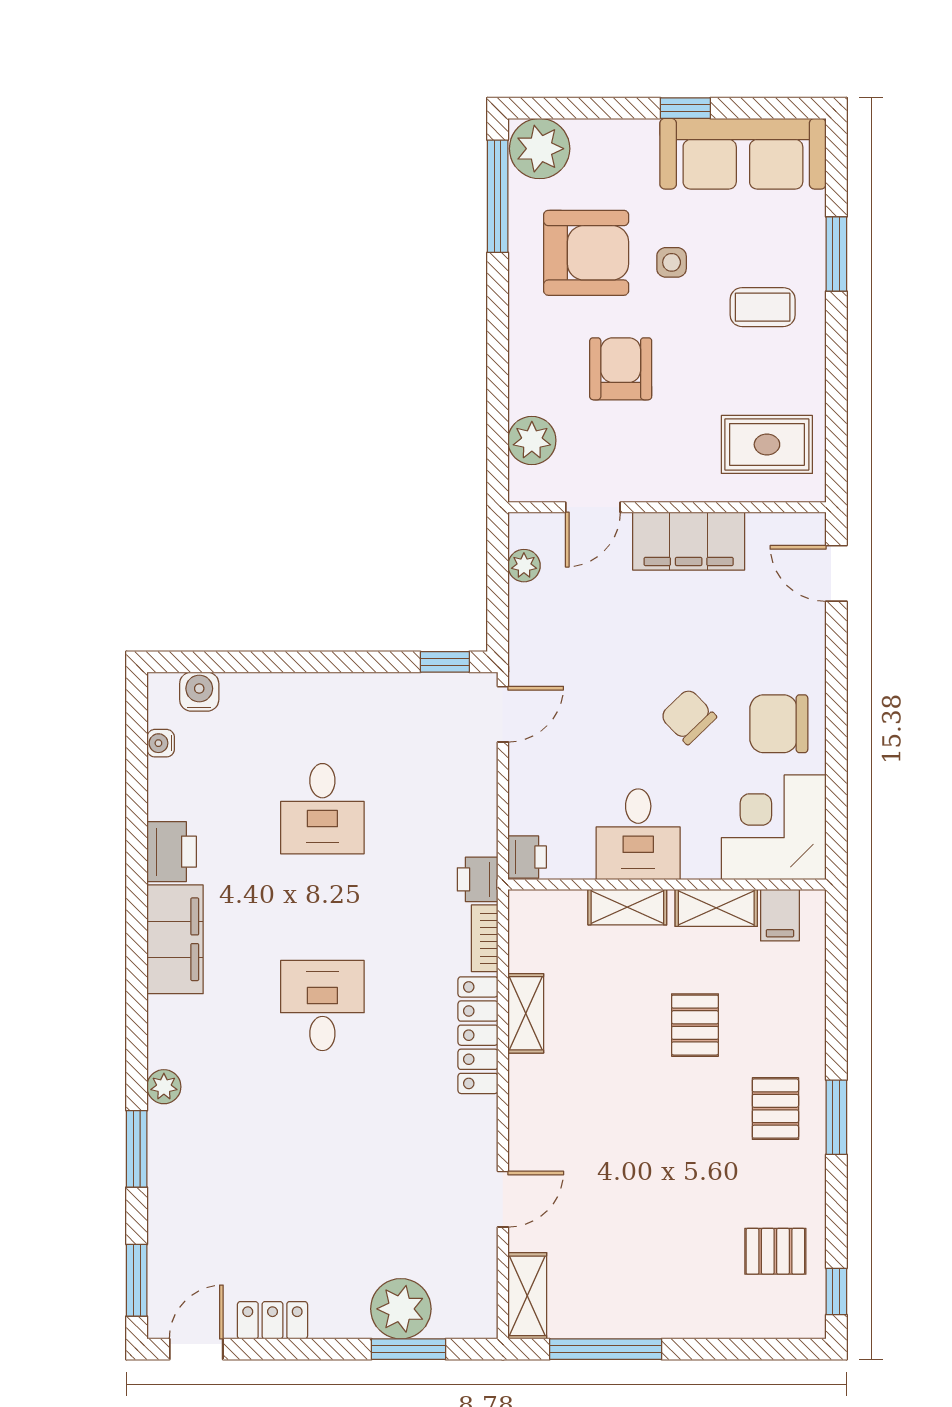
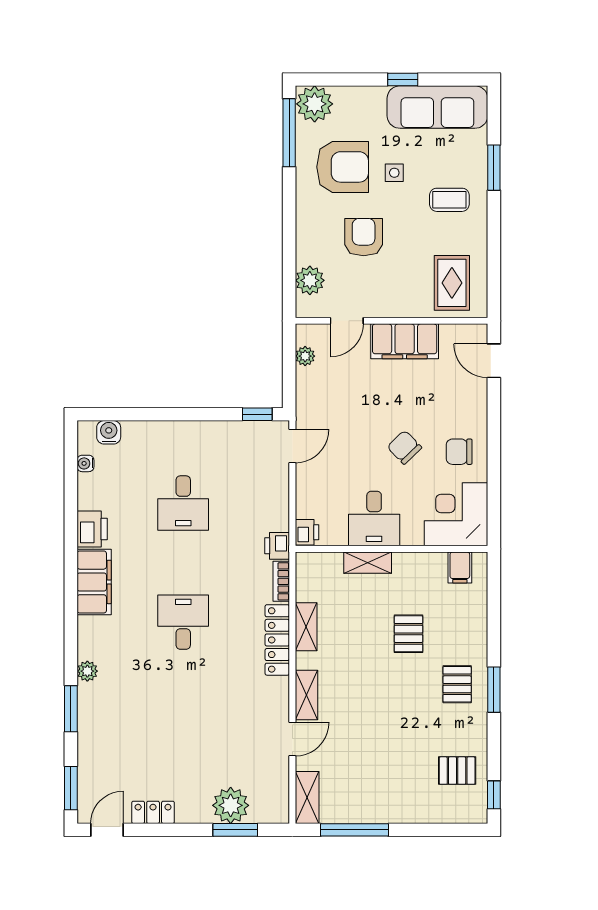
rug: (767, 444) -> (452, 283), turned 90
chair: (779, 724) -> (459, 452), width x0.73, depth x0.73
shelving: (716, 908) -> (306, 695), moved, turned 90

